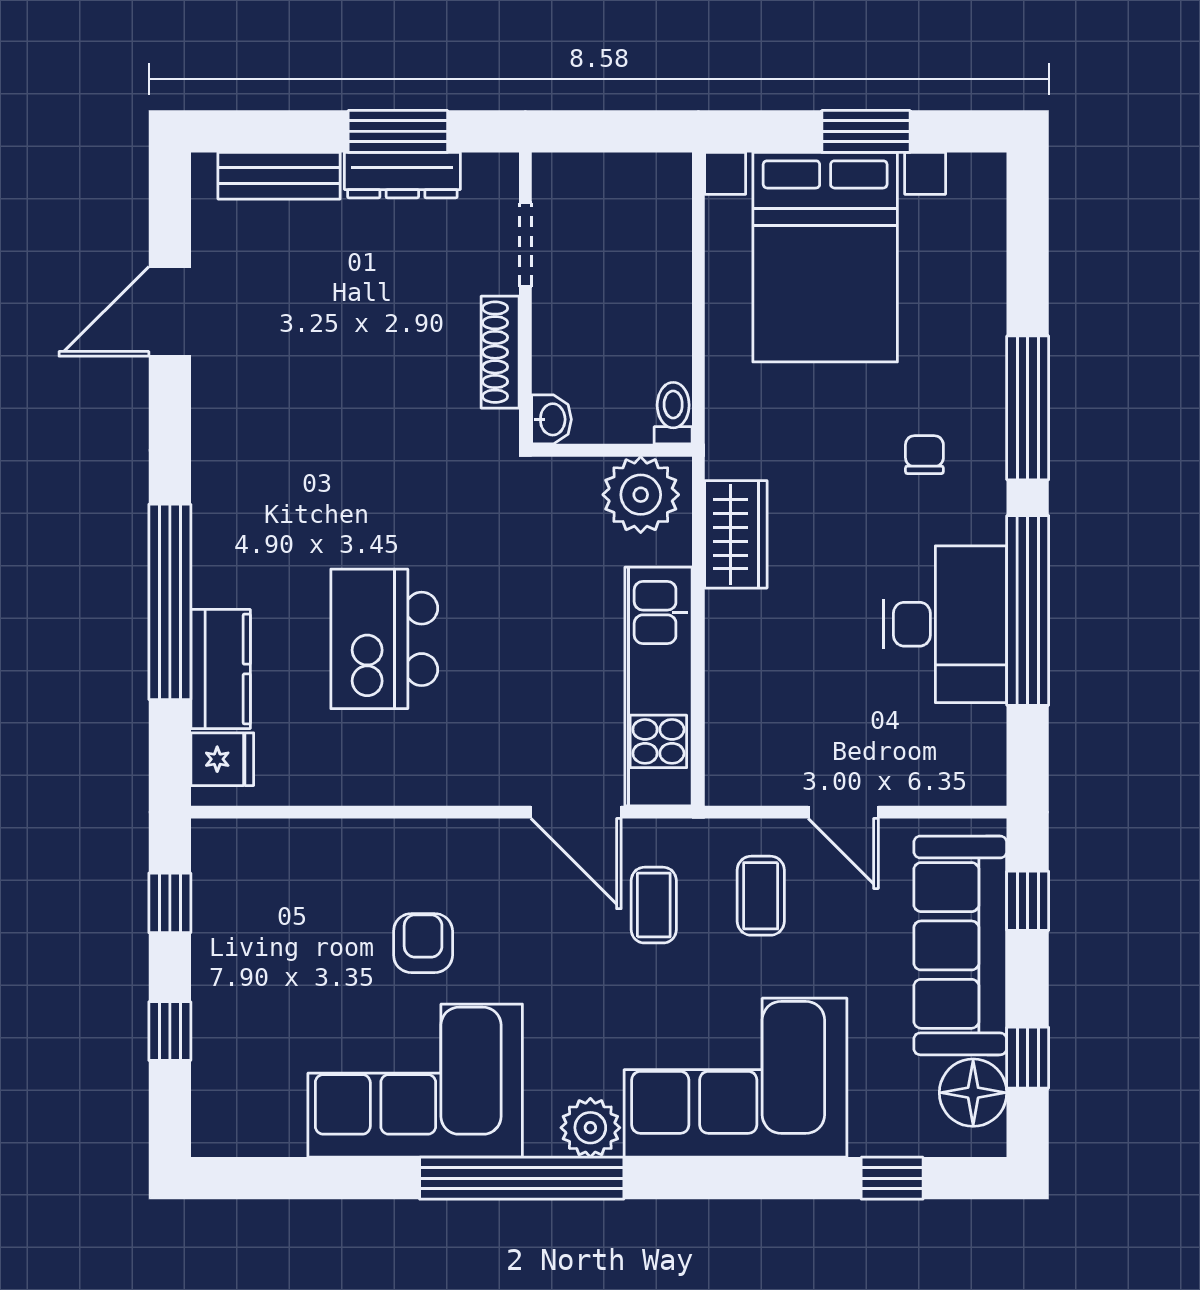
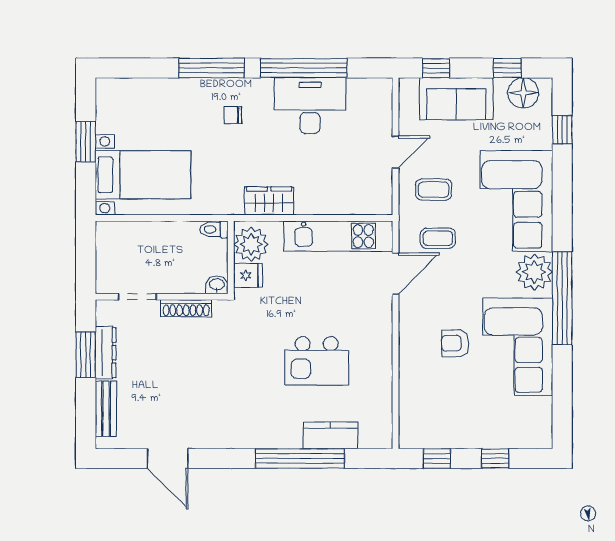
bed with nightstands: (825, 257) -> (143, 175), width x0.73
fridge: (222, 759) -> (248, 275), moved, turned 90
sofa: (960, 945) -> (456, 99), width x0.73
plant: (590, 1128) -> (534, 272), width x1.36, depth x1.36

